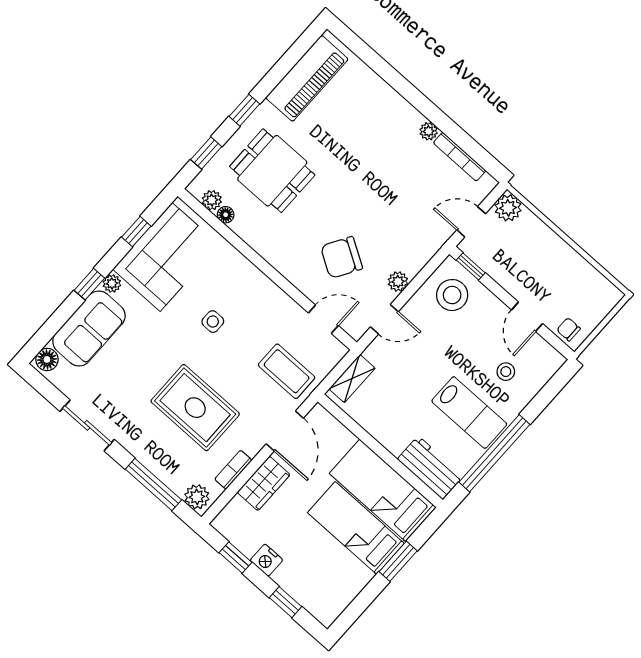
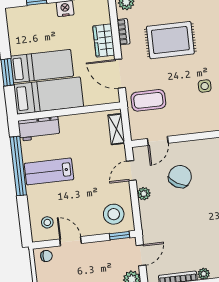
stool: (506, 372) -> (47, 222), moved

